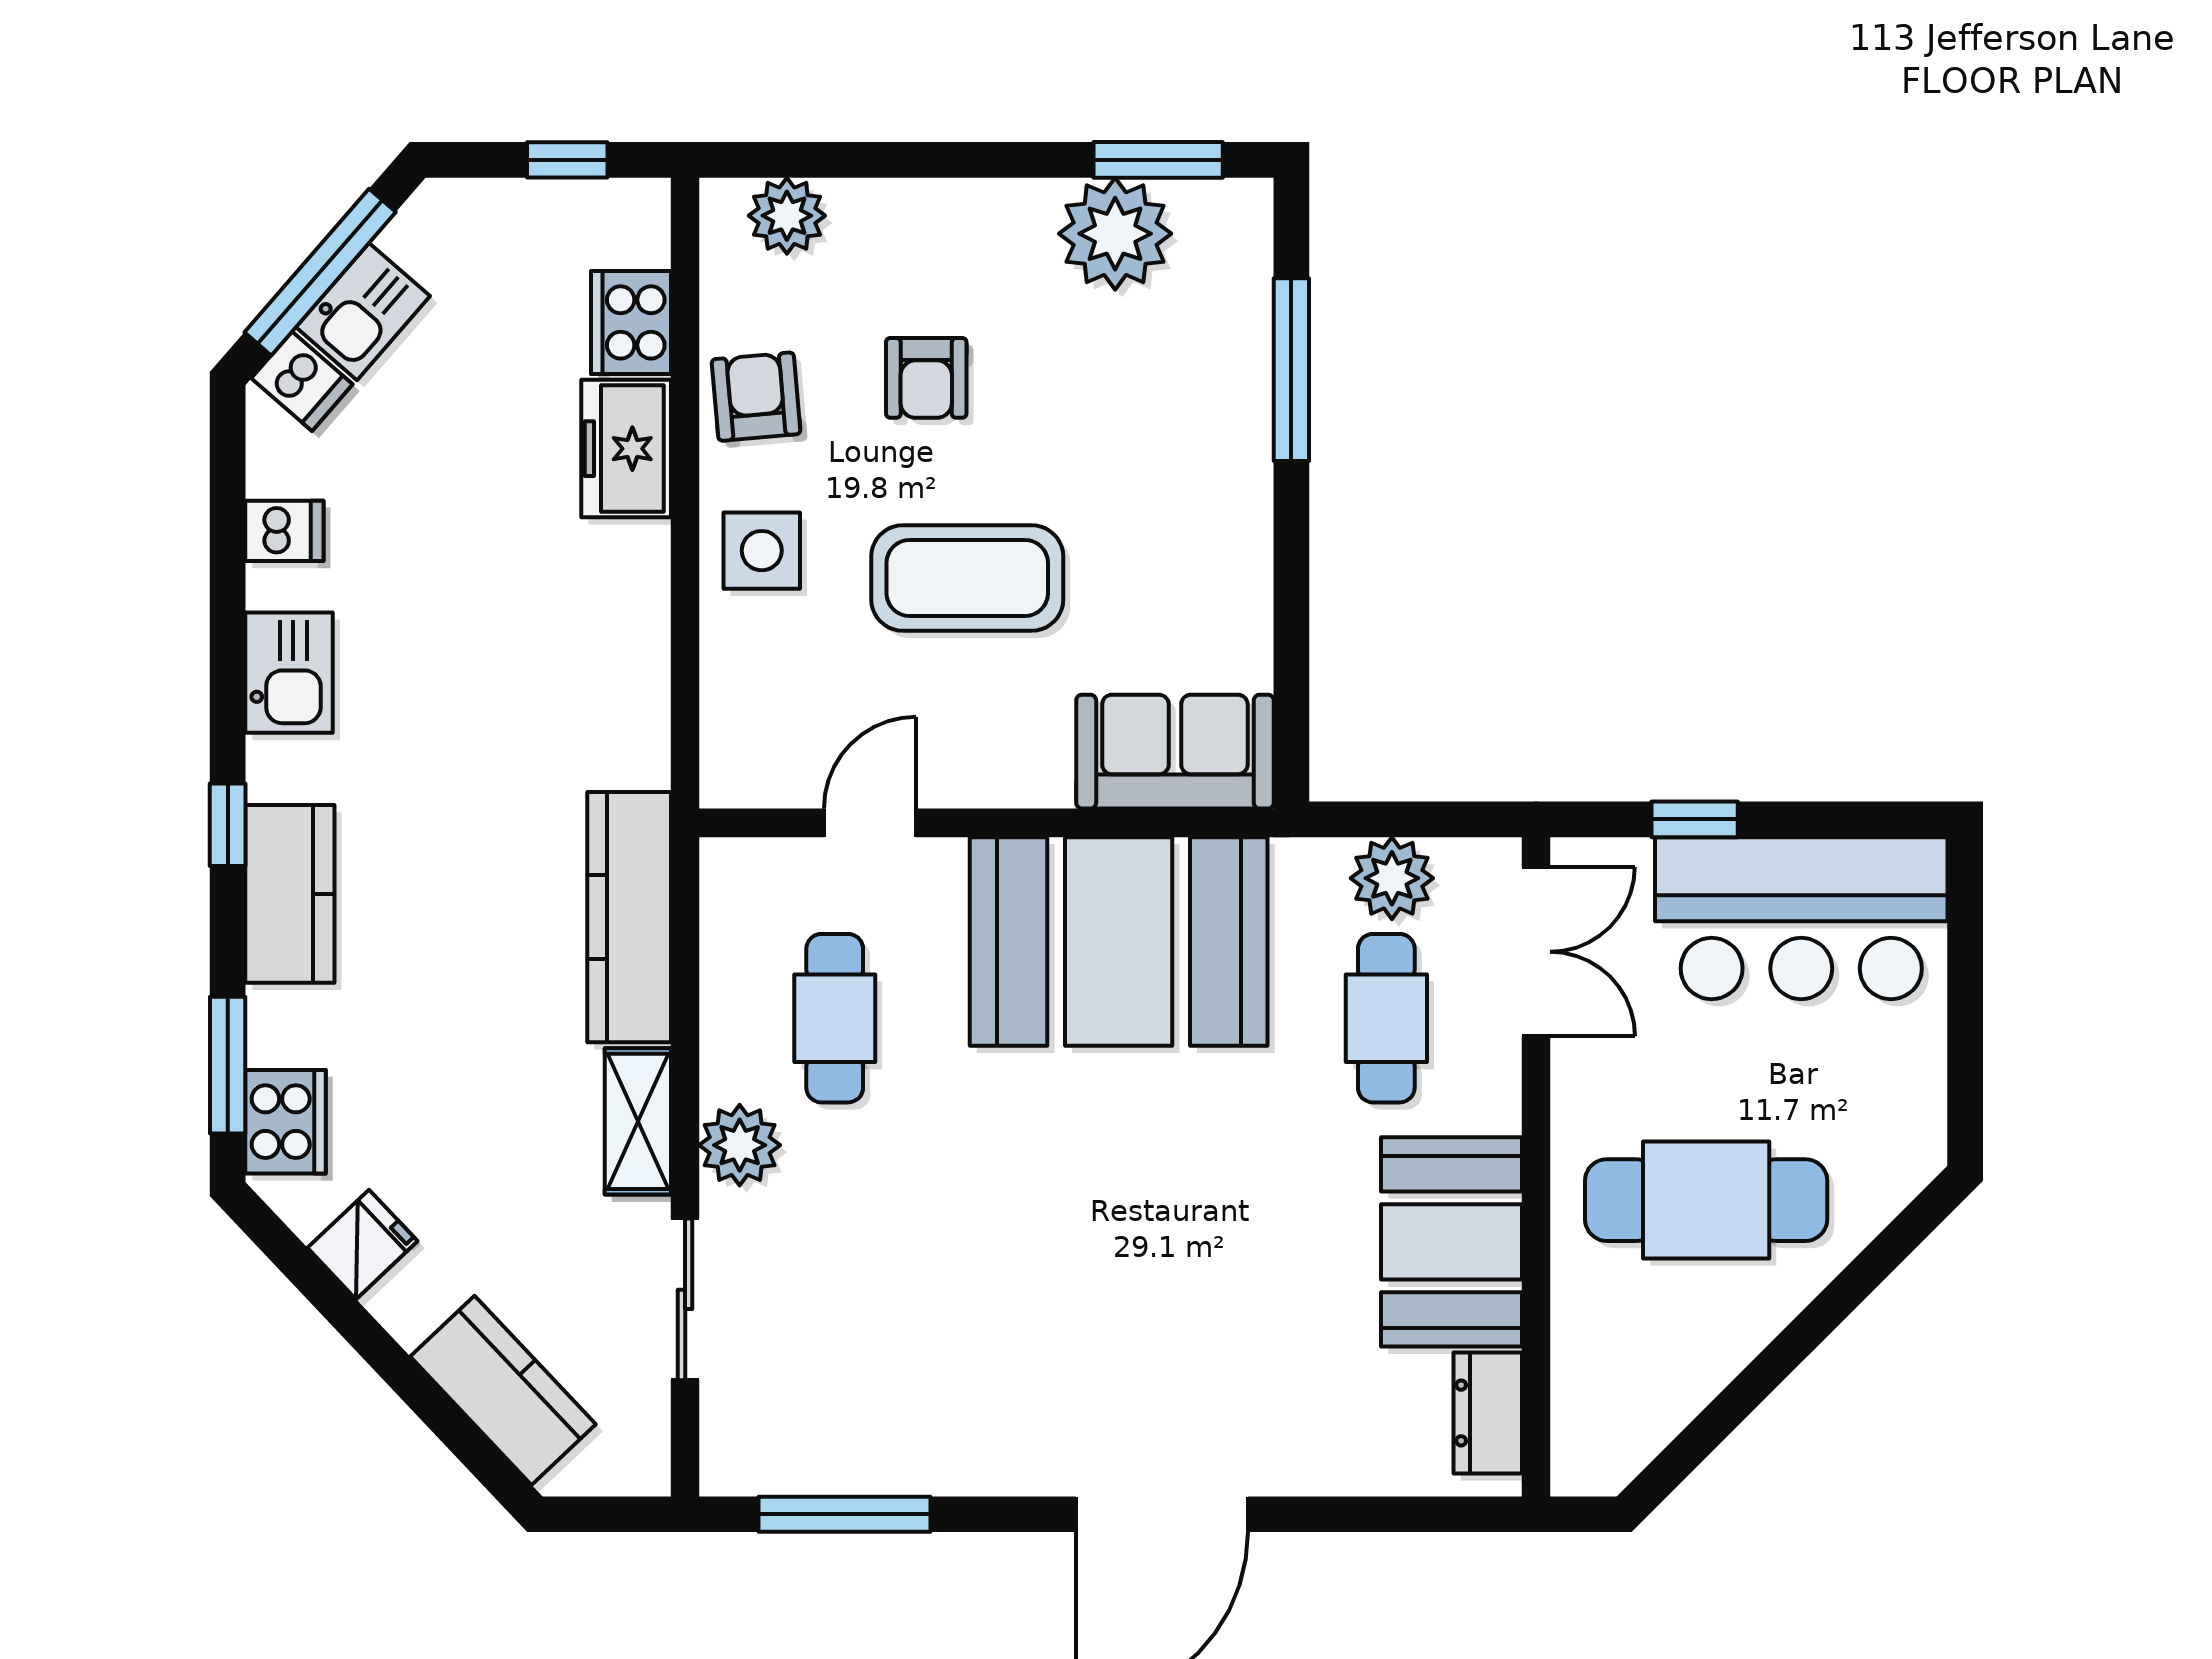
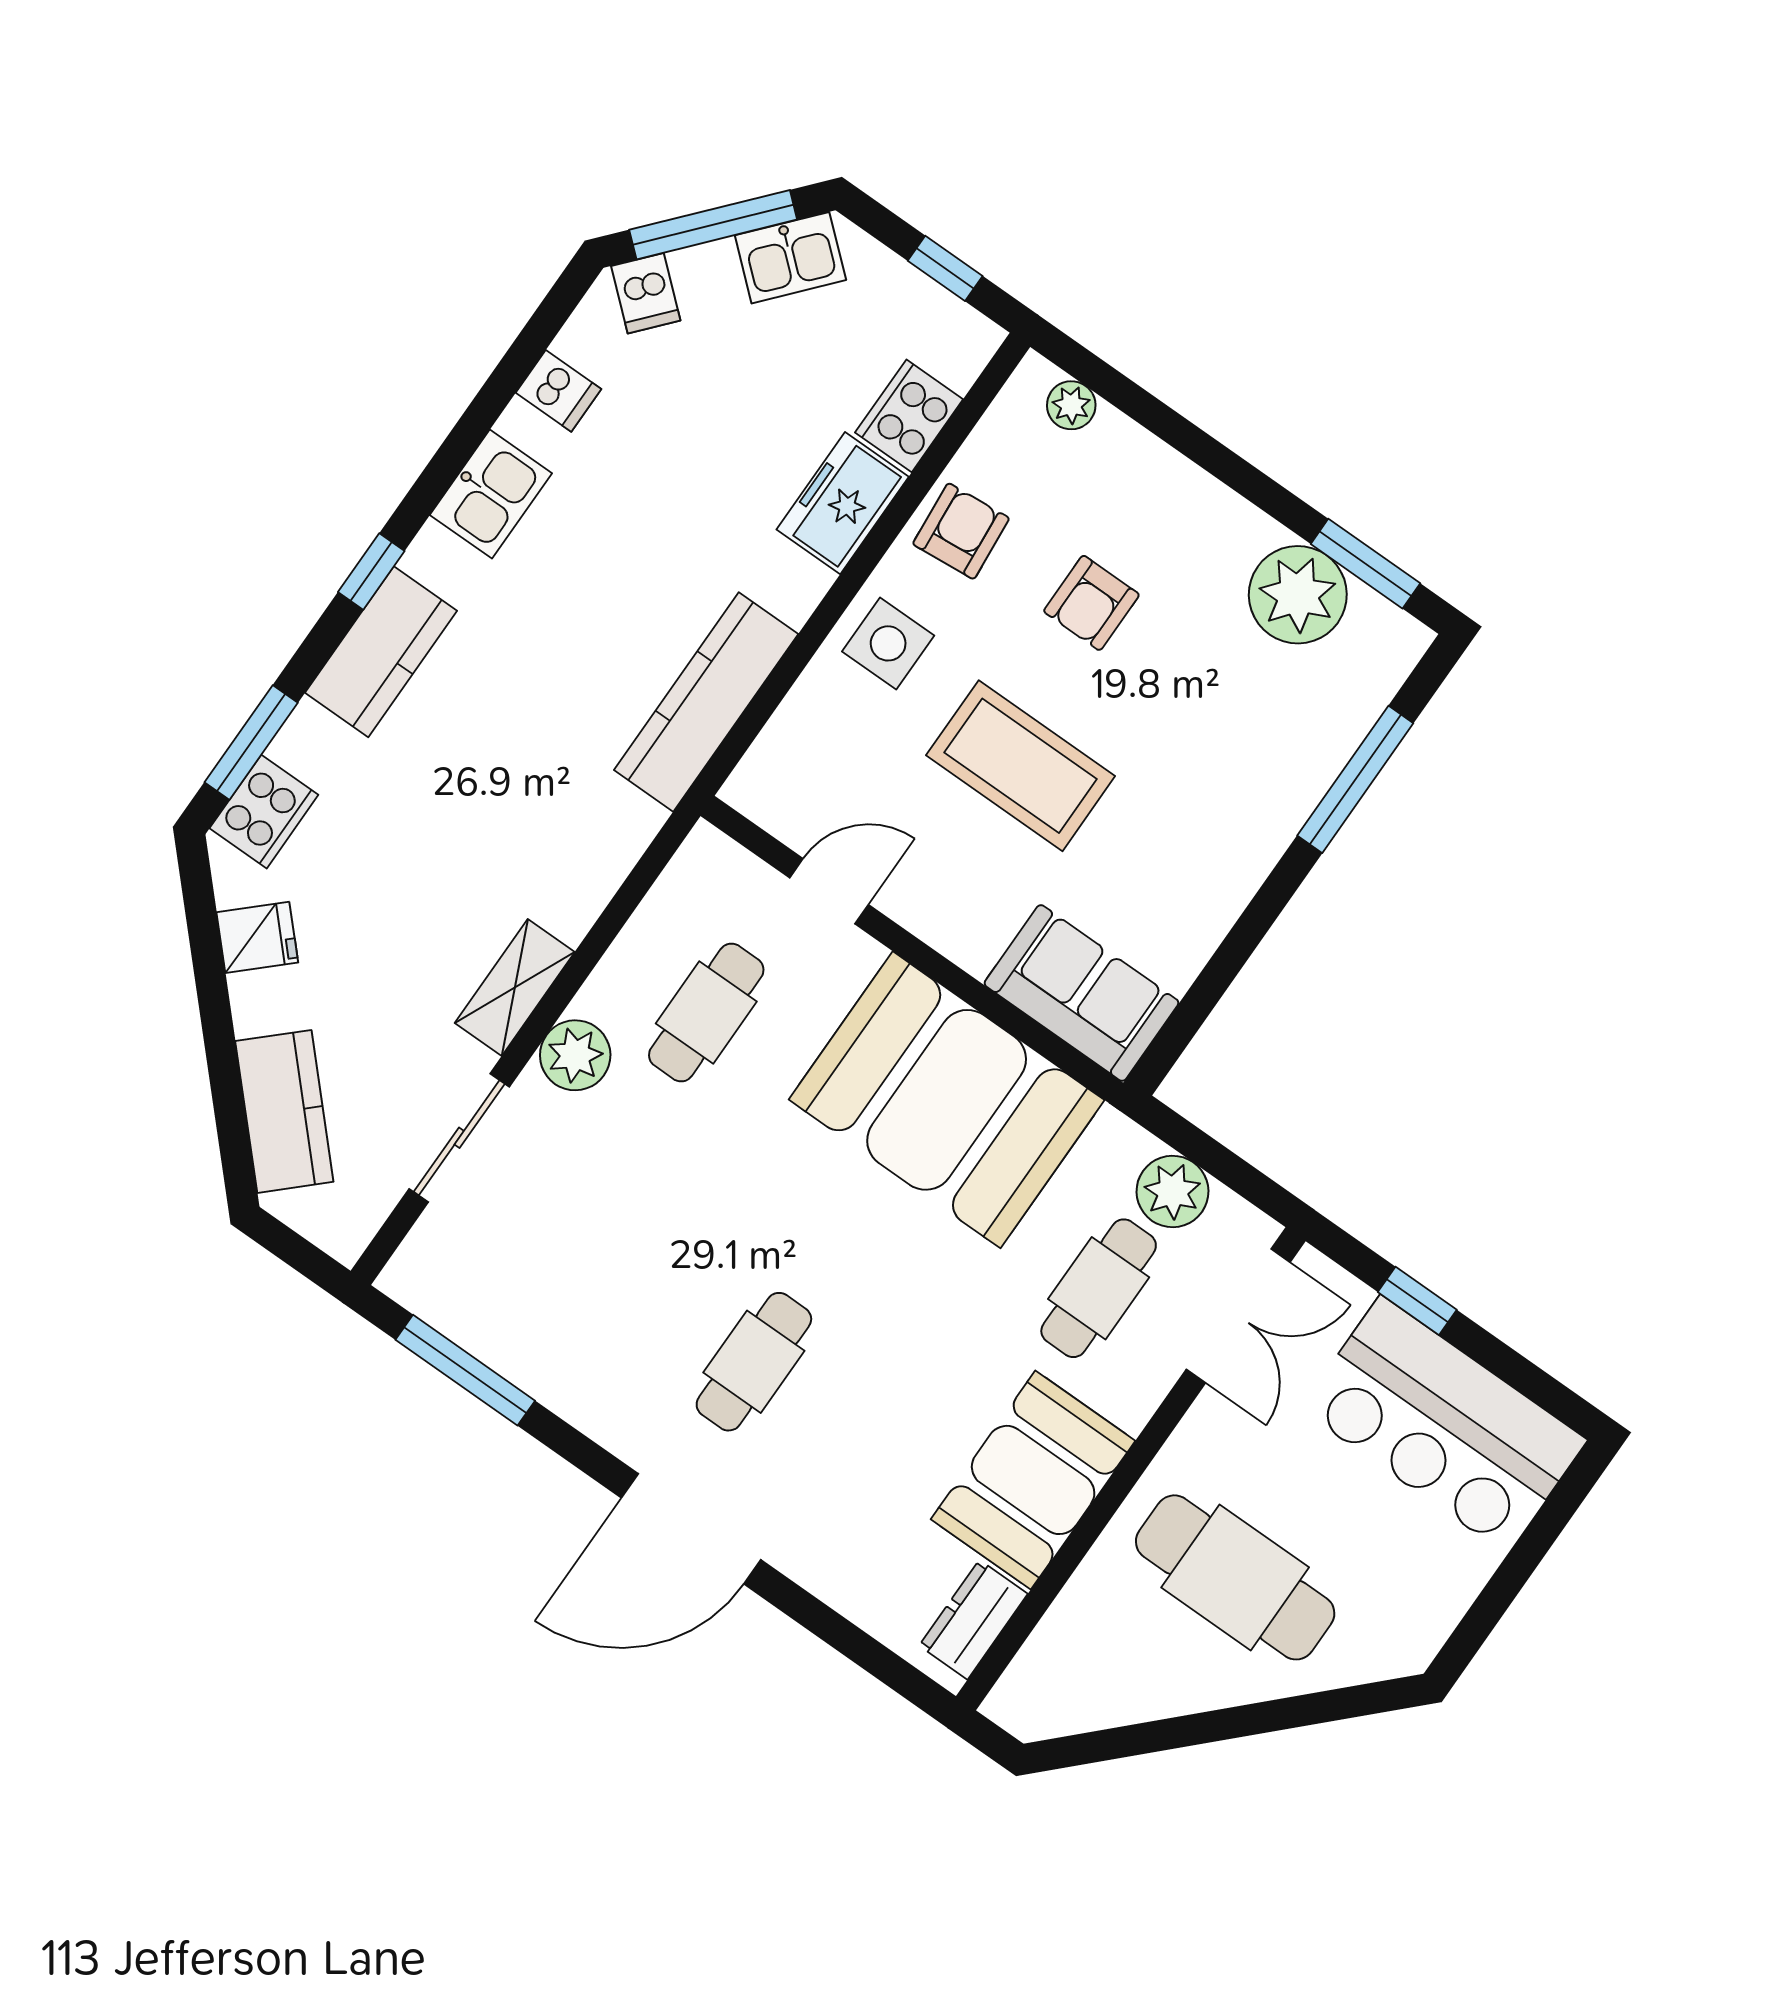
plant: (787, 216) -> (1071, 405), width x0.73, depth x0.73
kitchen sink: (363, 312) -> (790, 258), moved
kitchen counter: (629, 917) -> (706, 702), moved
cafe table: (1111, 1315) -> (754, 1362), added

